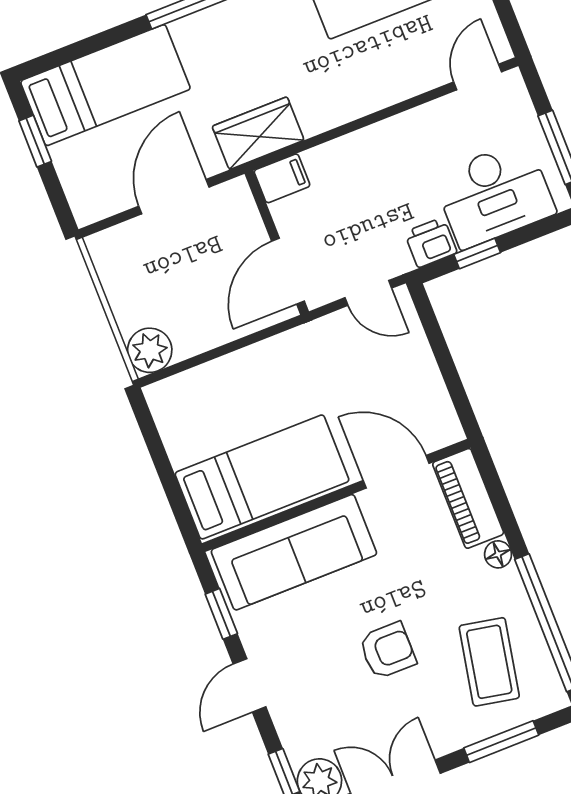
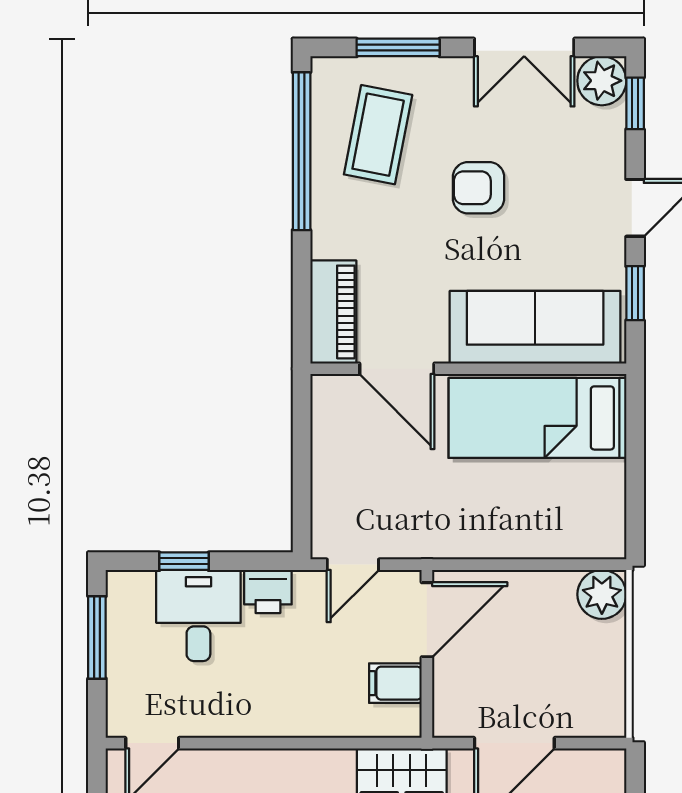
filing cabinet: (282, 178) -> (395, 683), moved
desk: (494, 194) -> (198, 615), width x0.73
window: (477, 253) -> (184, 561), moved
door: (368, 293) -> (353, 565), swing flipped
floor lamp: (498, 554) -> (325, 242), removed

